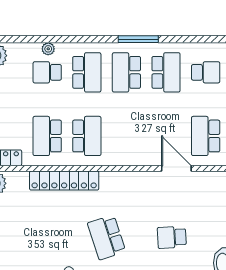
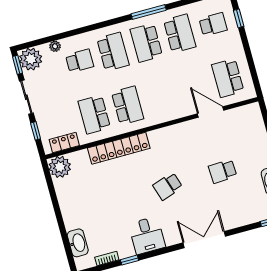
plant: (48, 49) -> (55, 46), moved
school desk: (47, 72) -> (80, 61), turned 180
school desk: (107, 237) -> (168, 186), width x0.54

